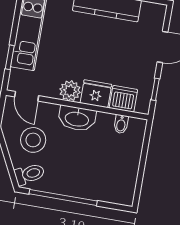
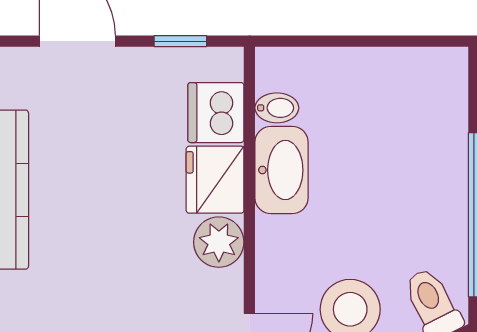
washbasin: (77, 119) -> (282, 170), moved

